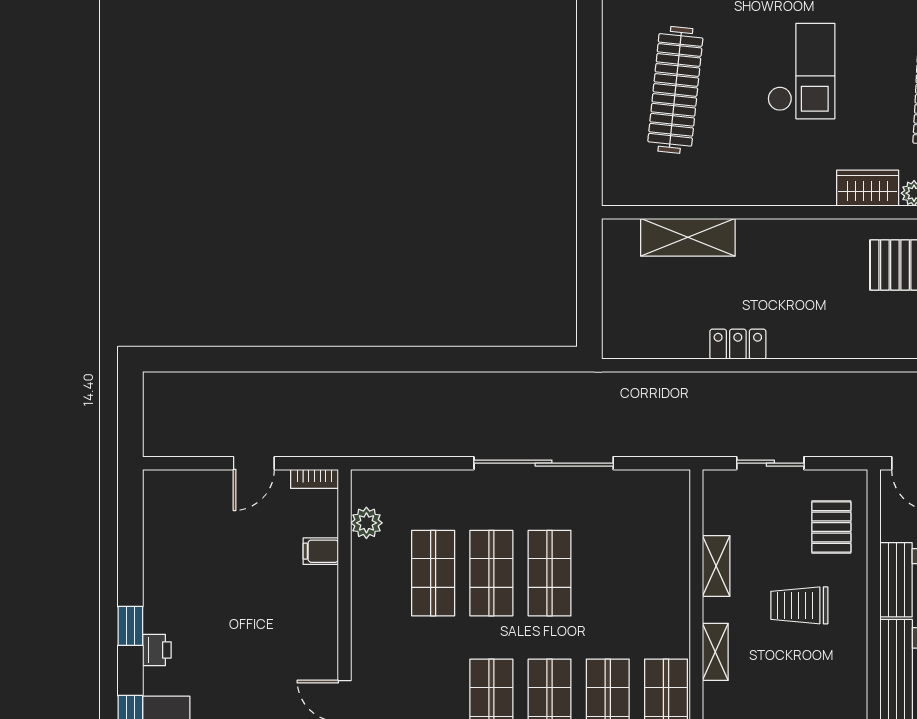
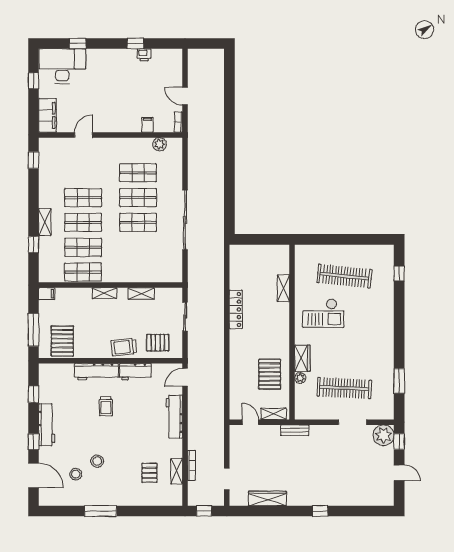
checkout: (801, 71) -> (323, 313), moved
shelving: (688, 237) -> (283, 288), width x0.67, depth x0.75
locker: (738, 344) -> (236, 309), width x1.53
trolley: (799, 605) -> (124, 347), moved, turned -96
window: (130, 626) -> (135, 43), moved
printer: (157, 650) -> (144, 55), moved

